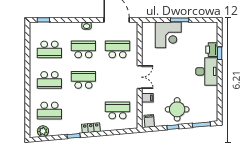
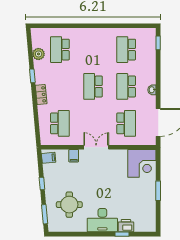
corner desk: (168, 35) -> (142, 163), moved, turned -90
school desk: (83, 49) -> (126, 86), turned 180
double door: (140, 77) -> (96, 147), swing flipped
school desk: (49, 80) -> (93, 50), removed
school desk: (83, 80) -> (93, 86), turned 180
round table: (177, 109) -> (69, 205), moved
plant: (43, 131) -> (39, 54), moved

